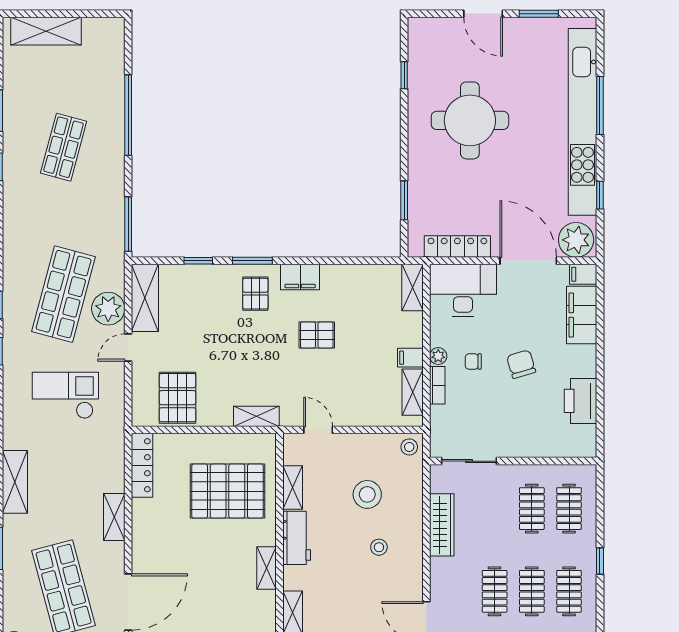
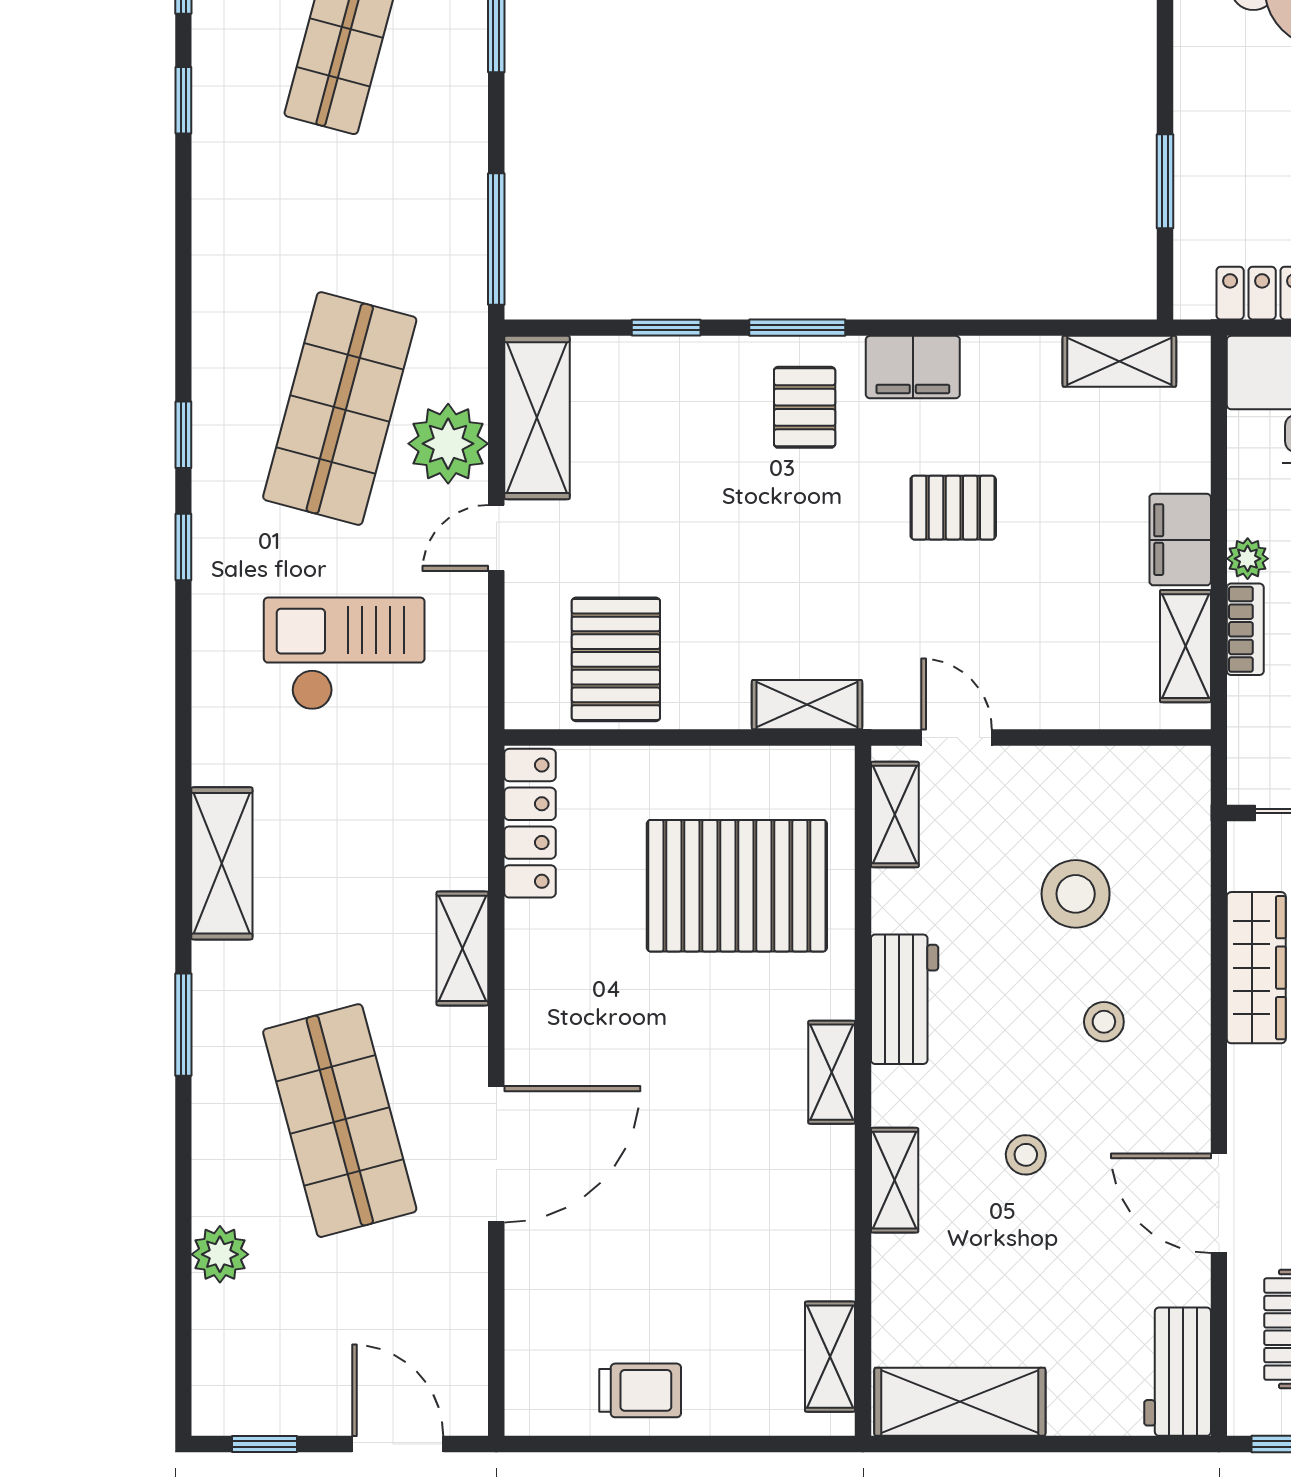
shelving: (413, 287) -> (1119, 361), moved, turned 90
filing cabinet: (410, 358) -> (1180, 540), width x2.00
stool: (409, 447) -> (1026, 1155), moved
shelving: (293, 488) -> (895, 815), moved

